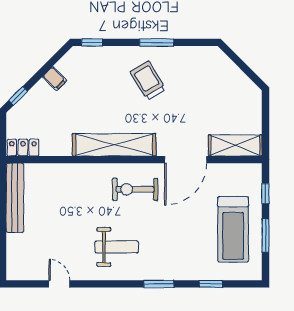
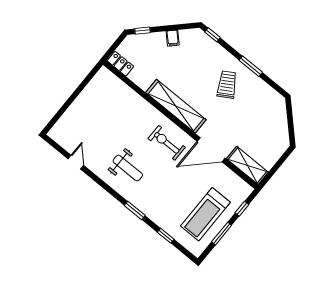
bench: (15, 198) -> (91, 89), removed

